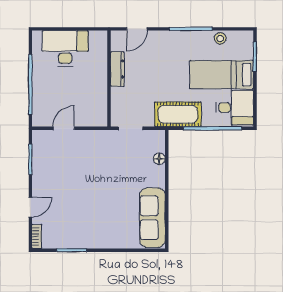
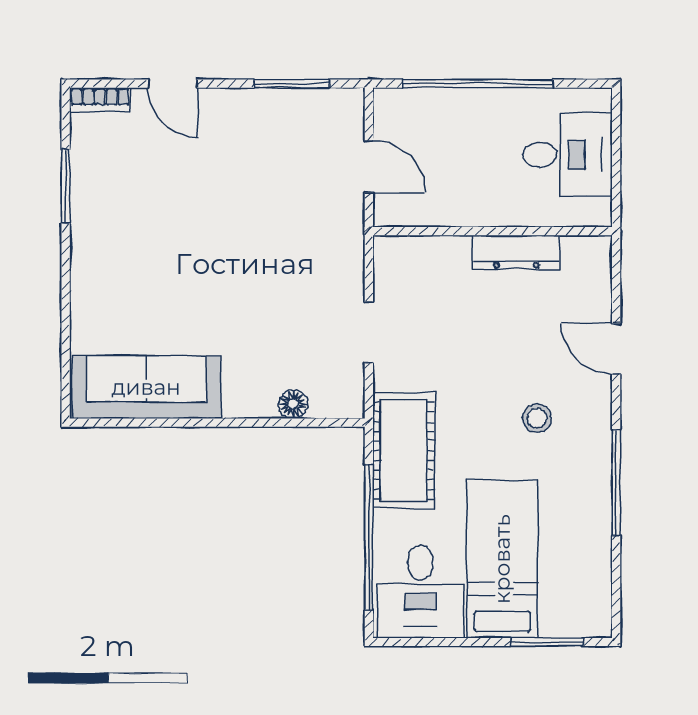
stool: (220, 38) -> (537, 418), moved
desk: (65, 48) -> (567, 155), width x0.73
dresser: (117, 69) -> (516, 252), moved
wall: (109, 79) -> (492, 231), moved

